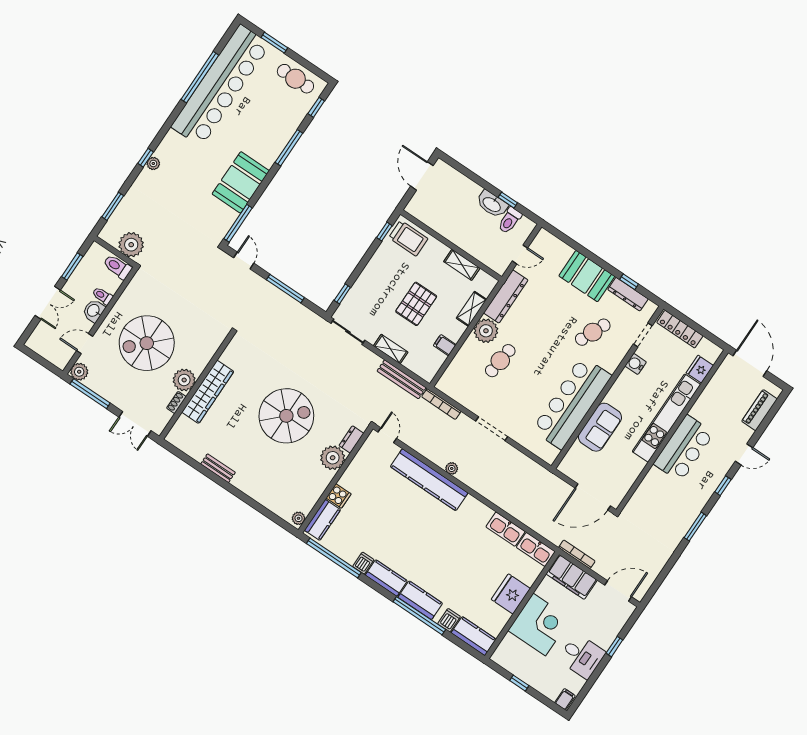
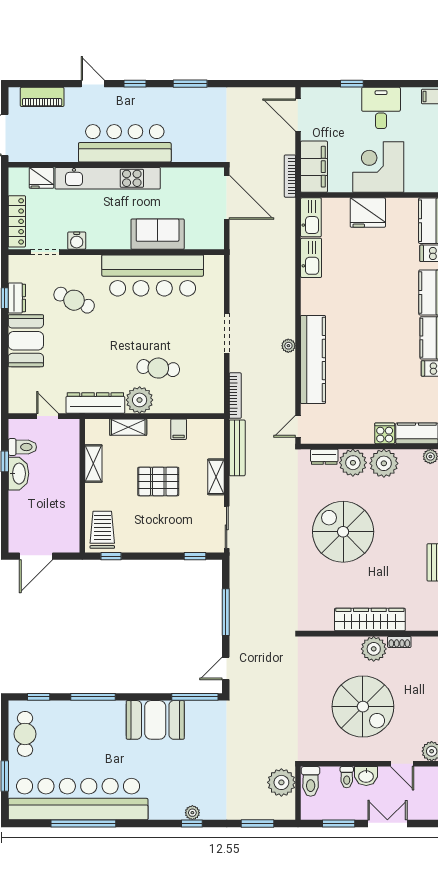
dresser: (628, 294) -> (17, 298), width x0.70
bar counter: (684, 448) -> (125, 143), width x1.36
plant: (317, 480) -> (384, 463), added

